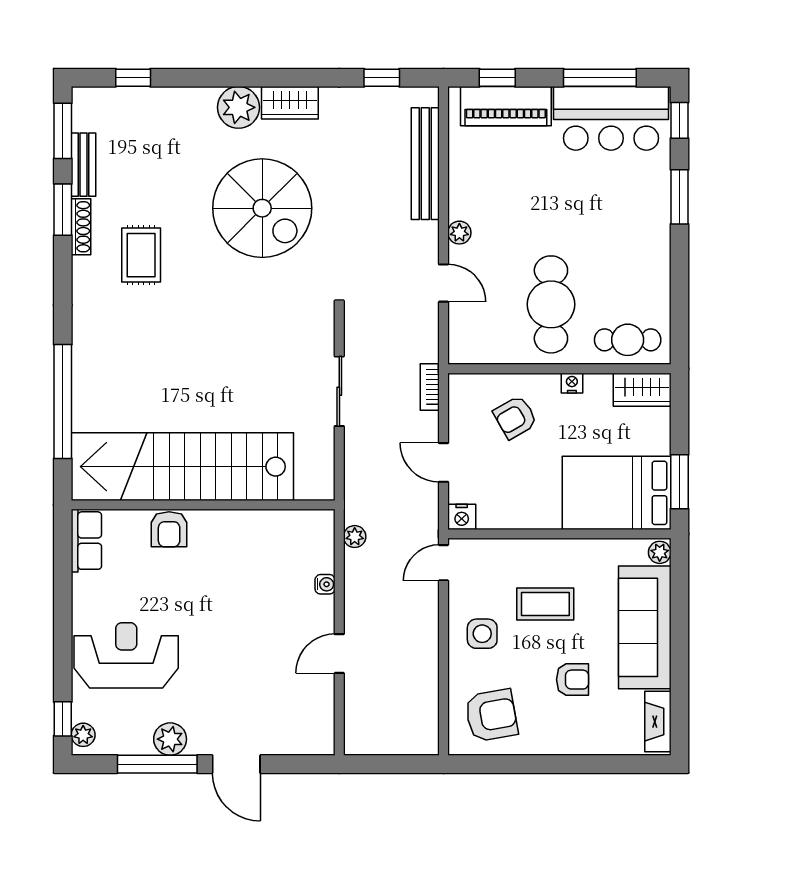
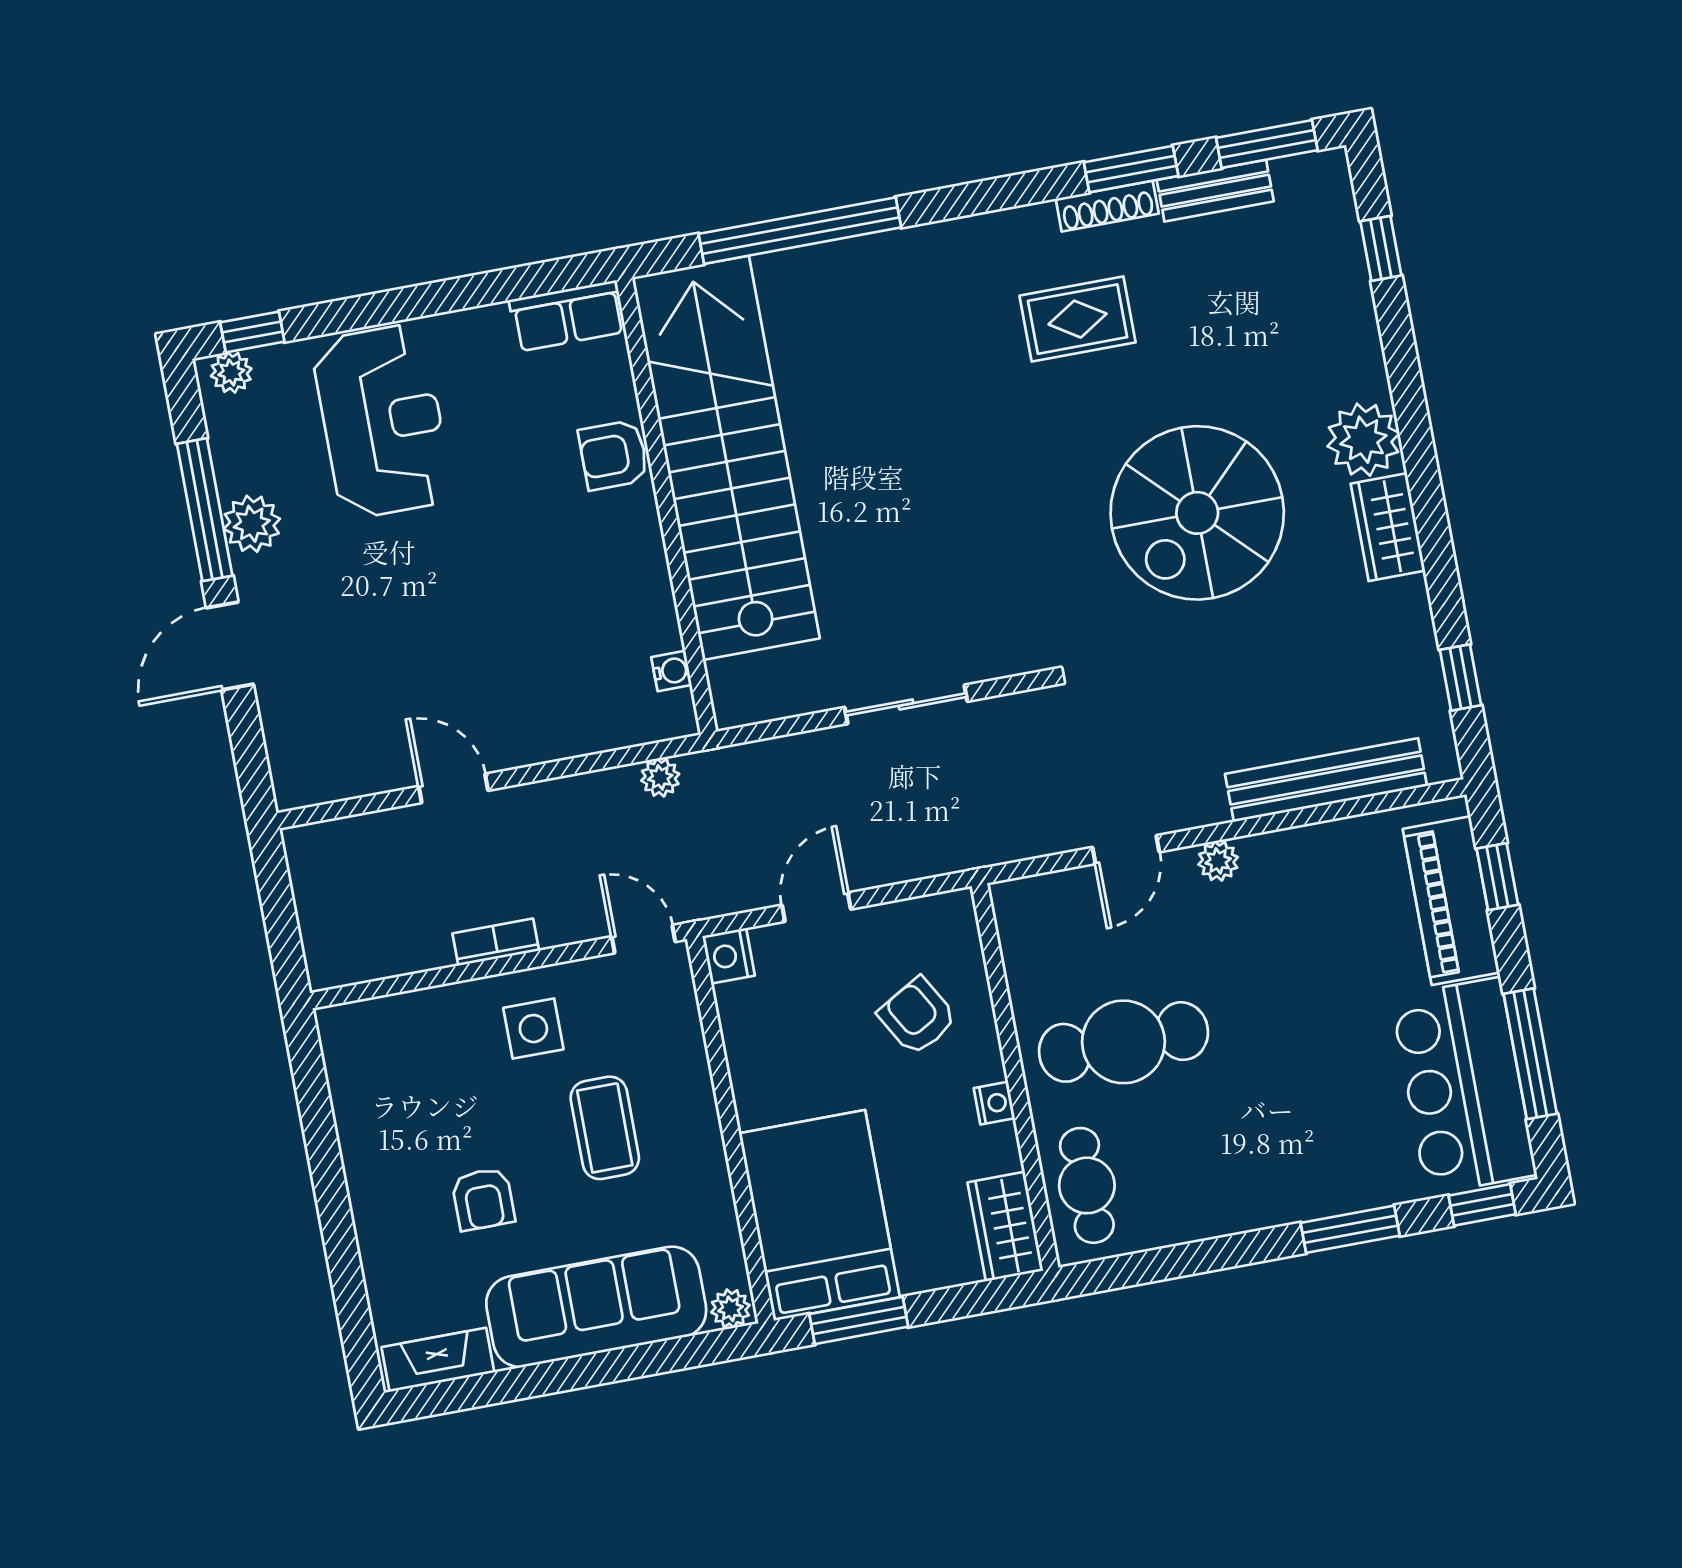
bookcase: (430, 387) -> (496, 942), moved
water cooler: (325, 584) -> (671, 671), moved, turned -90
armchair: (491, 715) -> (395, 1070), removed

